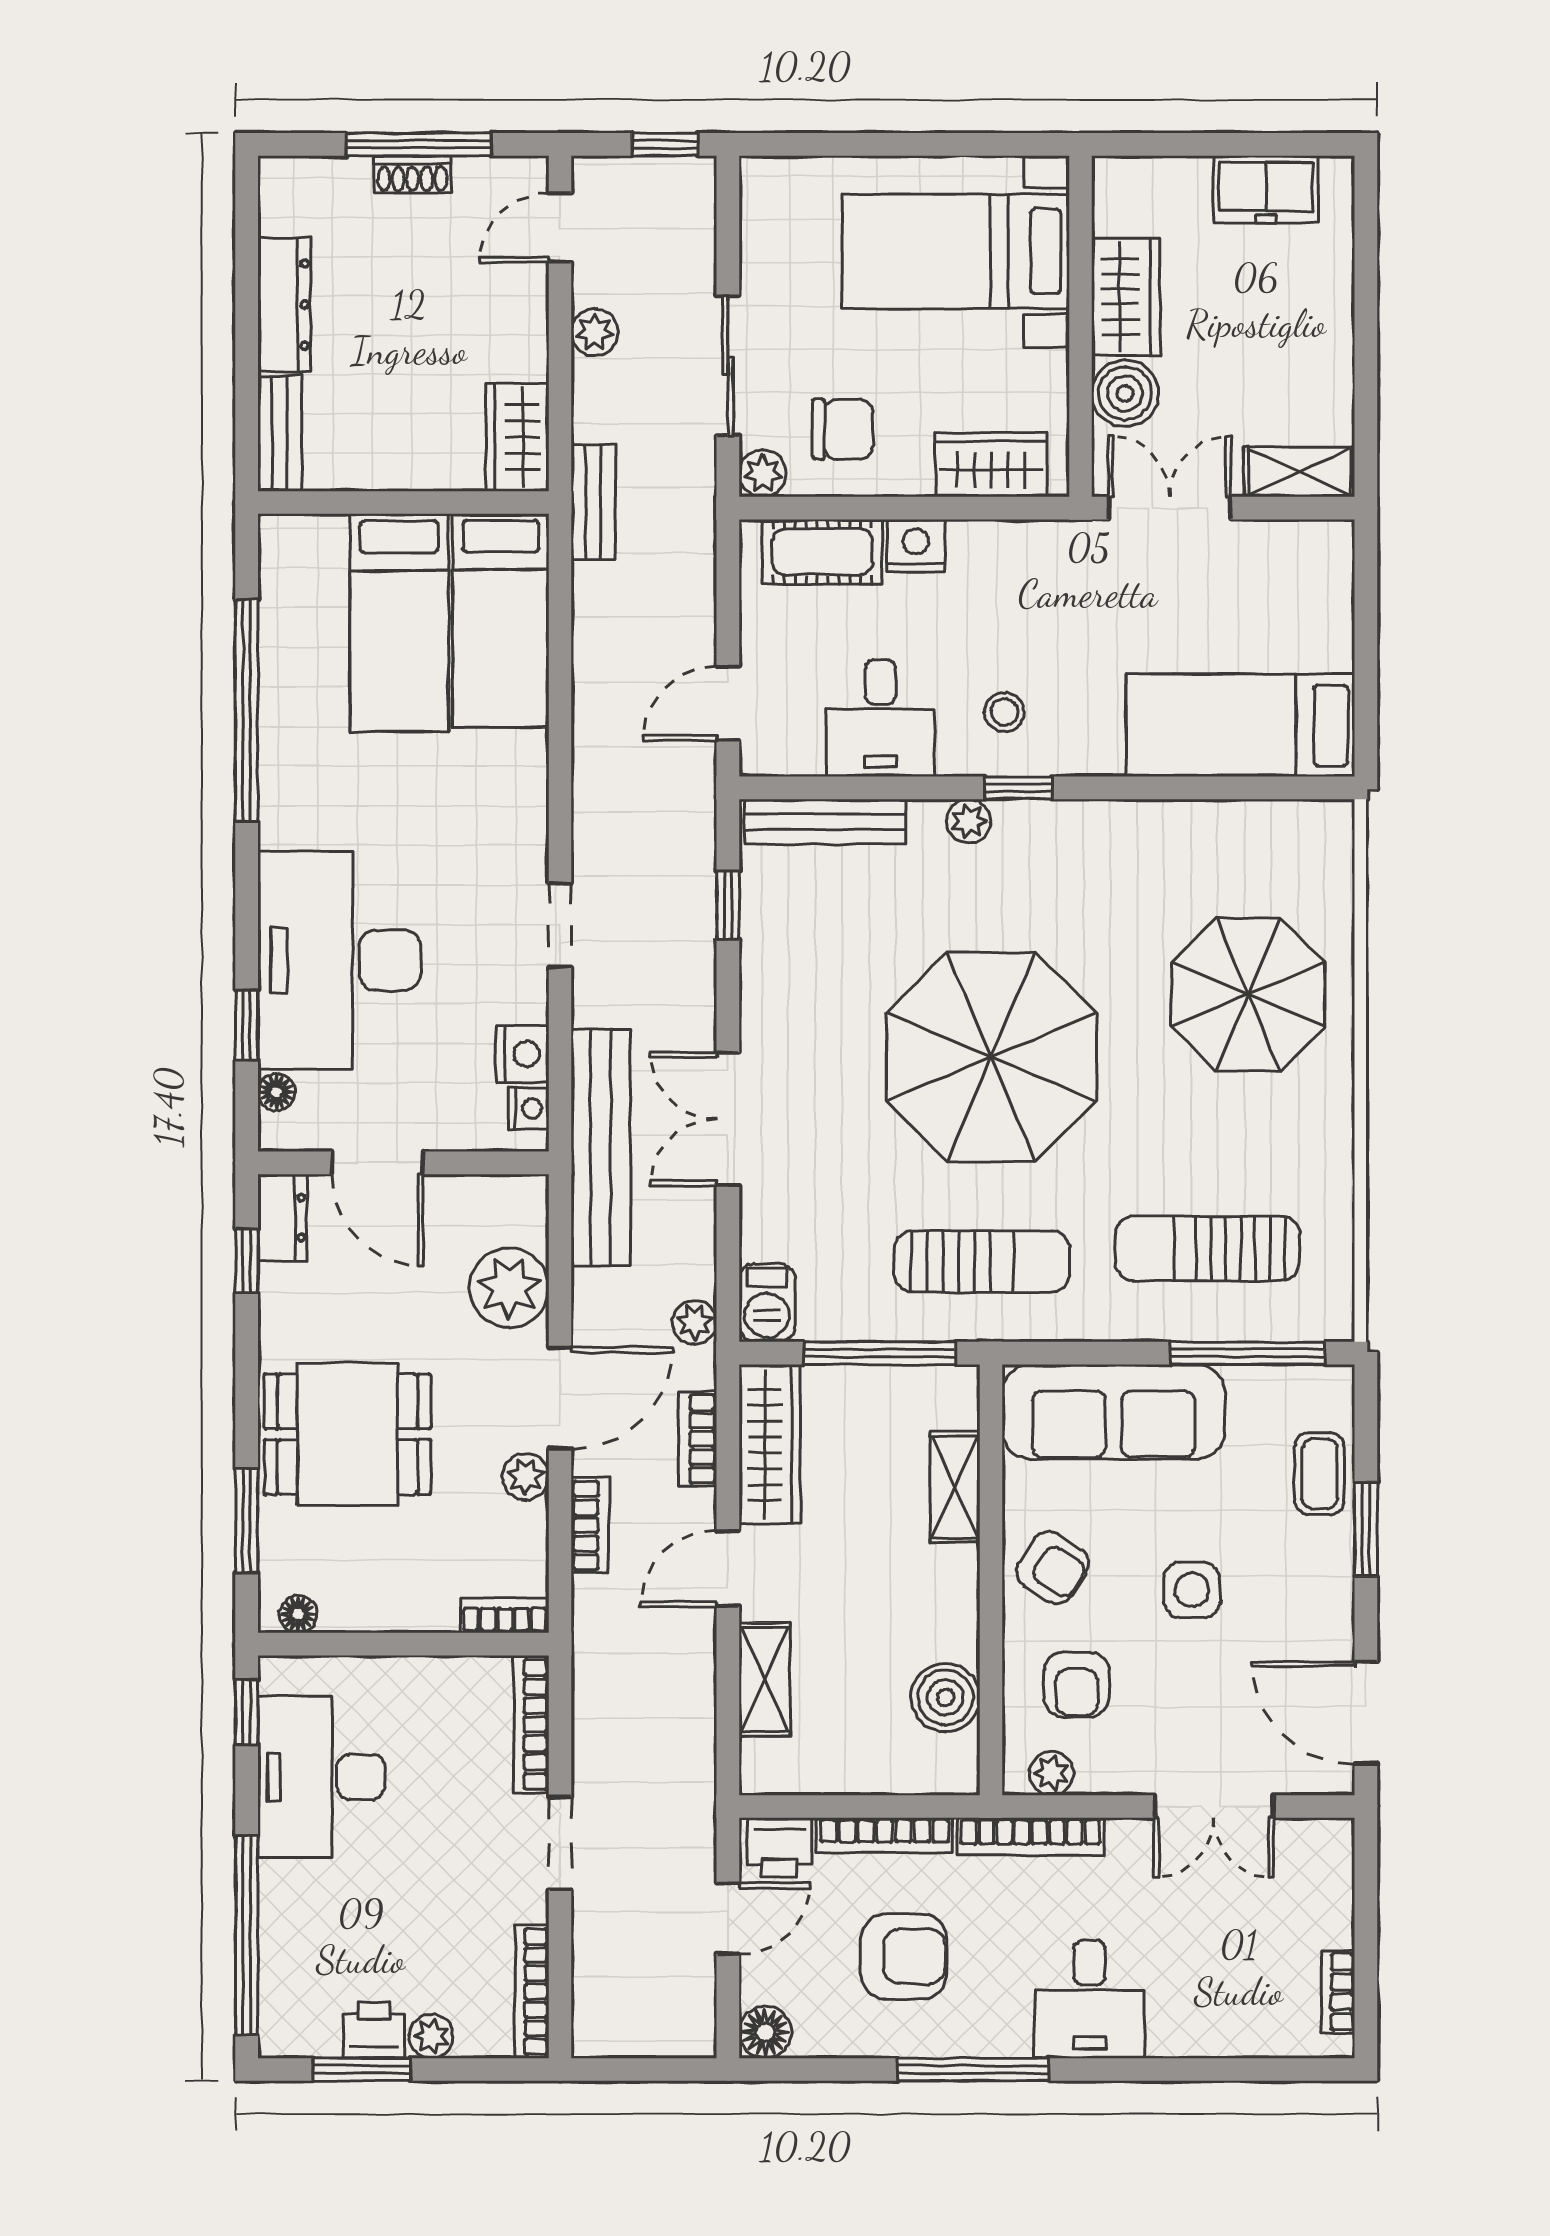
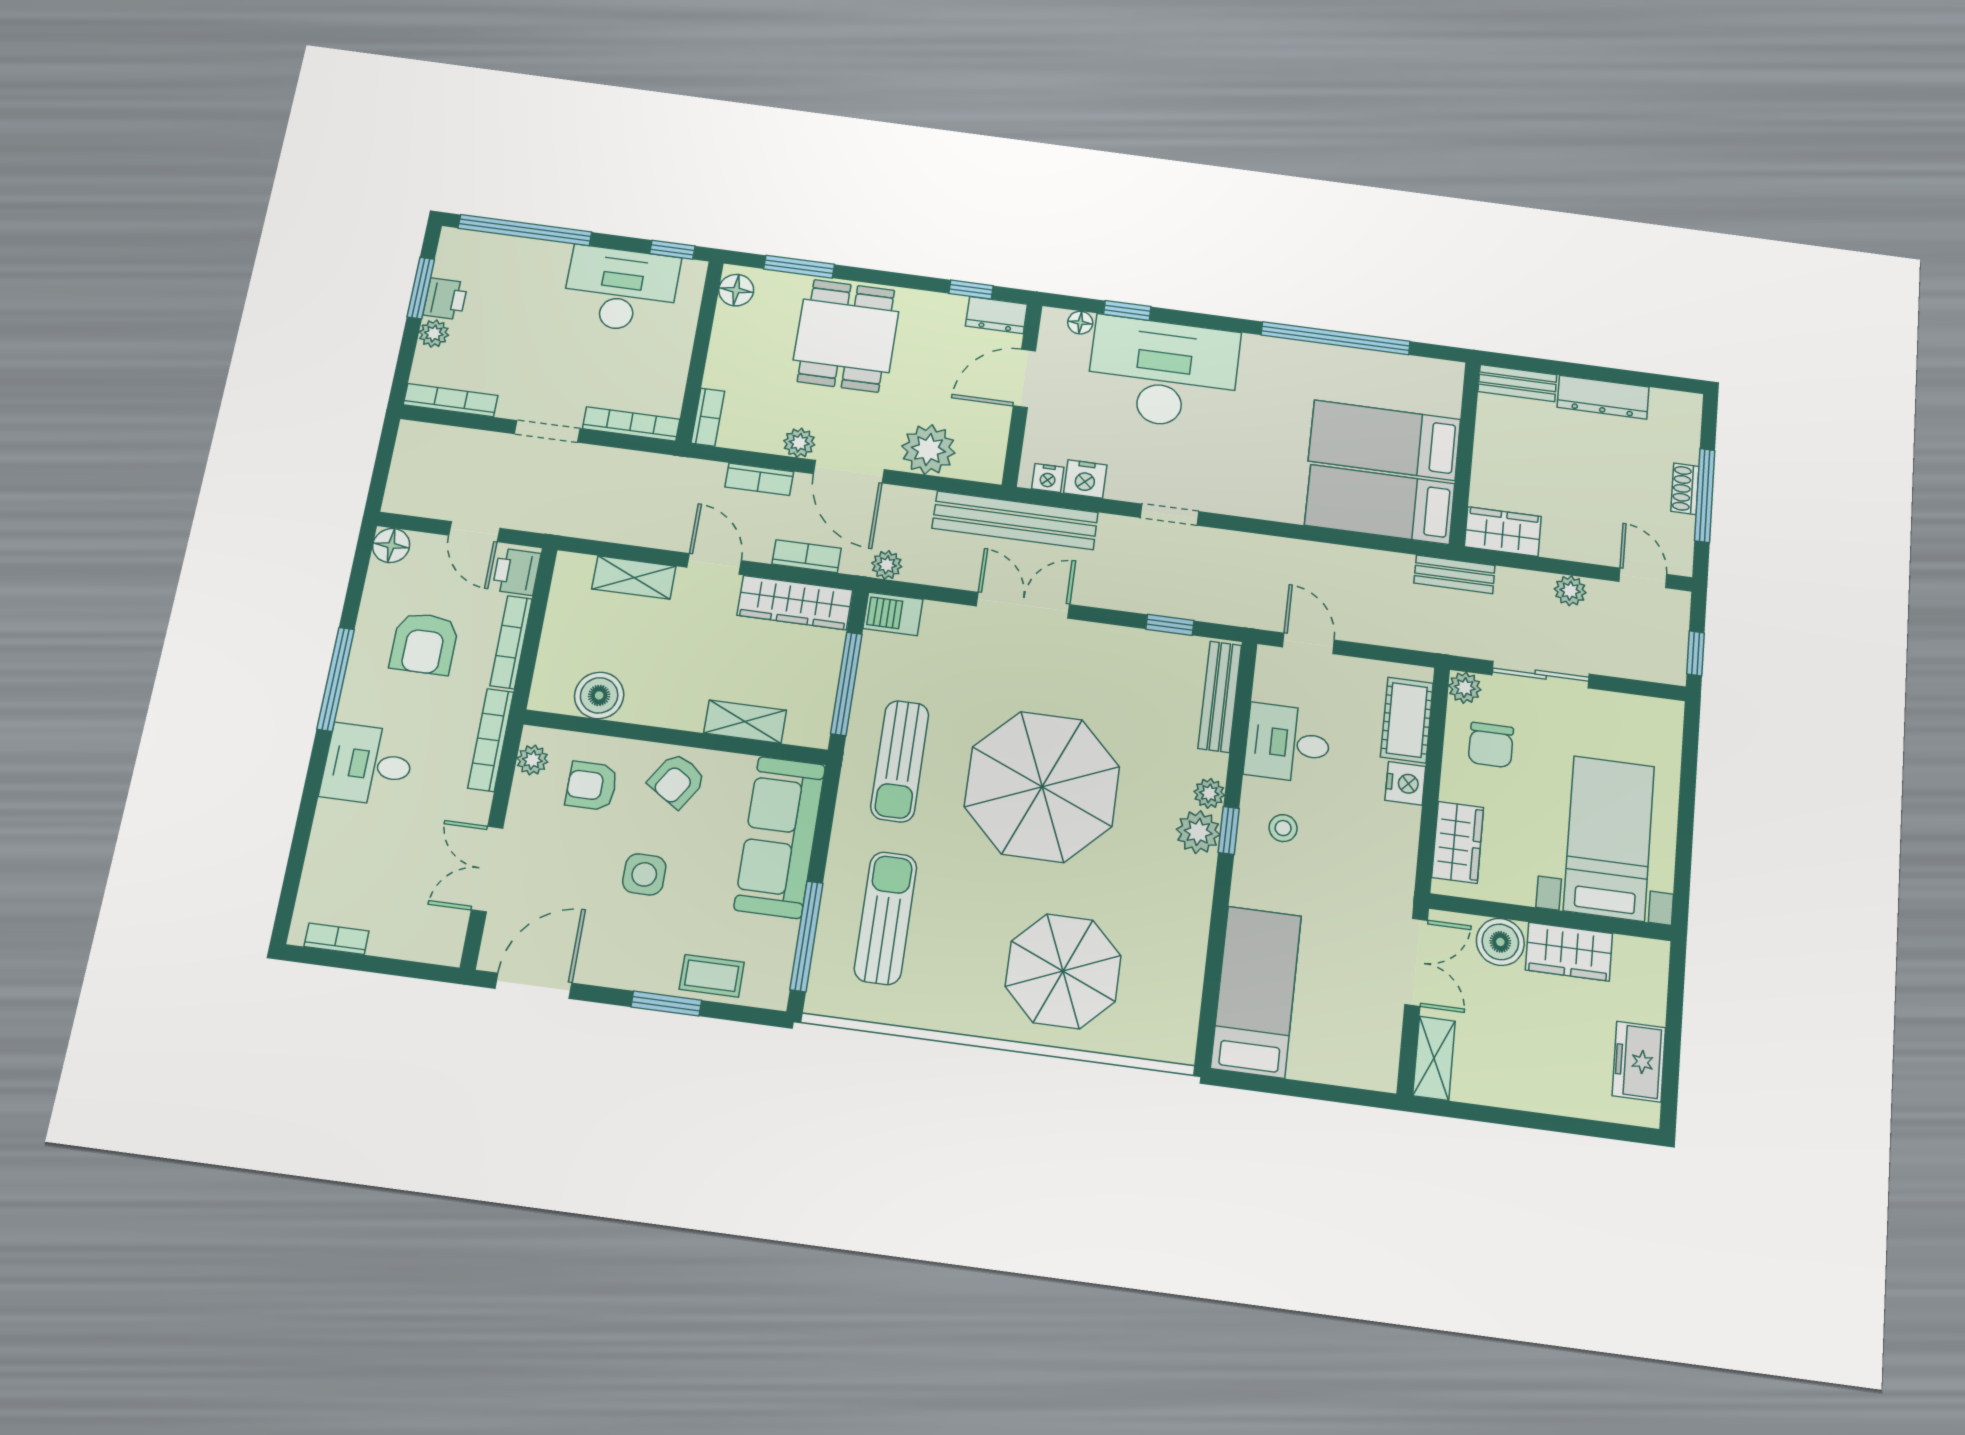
plant: (1026, 830) -> (1198, 832), added
floor lamp: (298, 1614) -> (736, 290), width x1.37, depth x1.37

